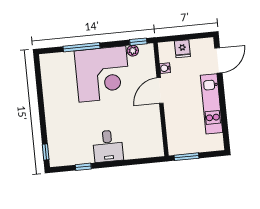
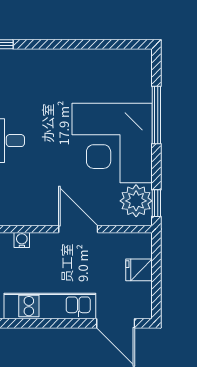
plant: (133, 51) -> (136, 201), width x1.88, depth x1.88
water cooler: (165, 68) -> (22, 240), moved

